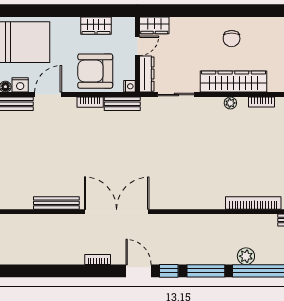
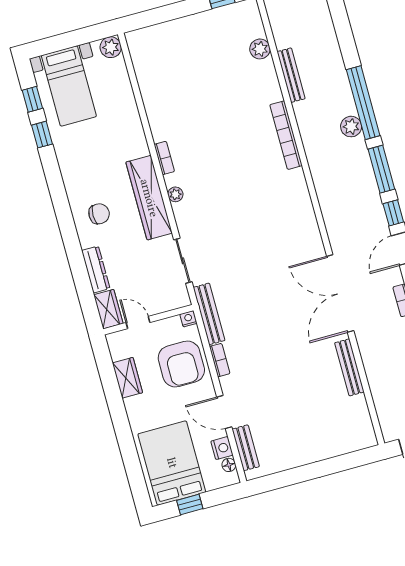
dresser: (147, 74) -> (96, 269), moved, turned 90
bench: (122, 104) -> (209, 314), width x1.36

